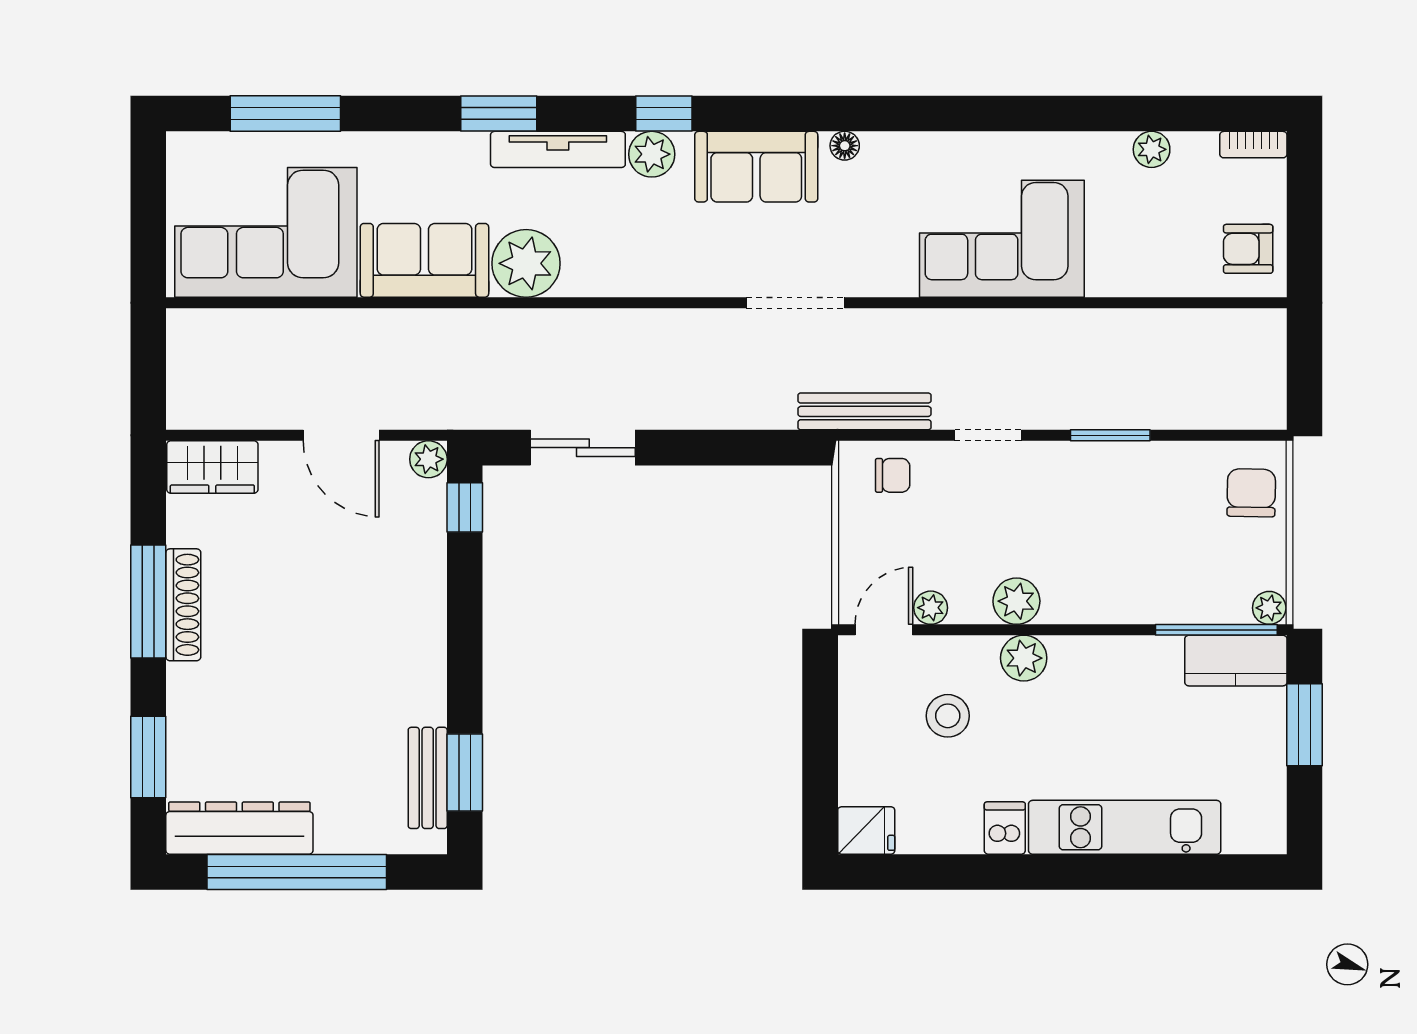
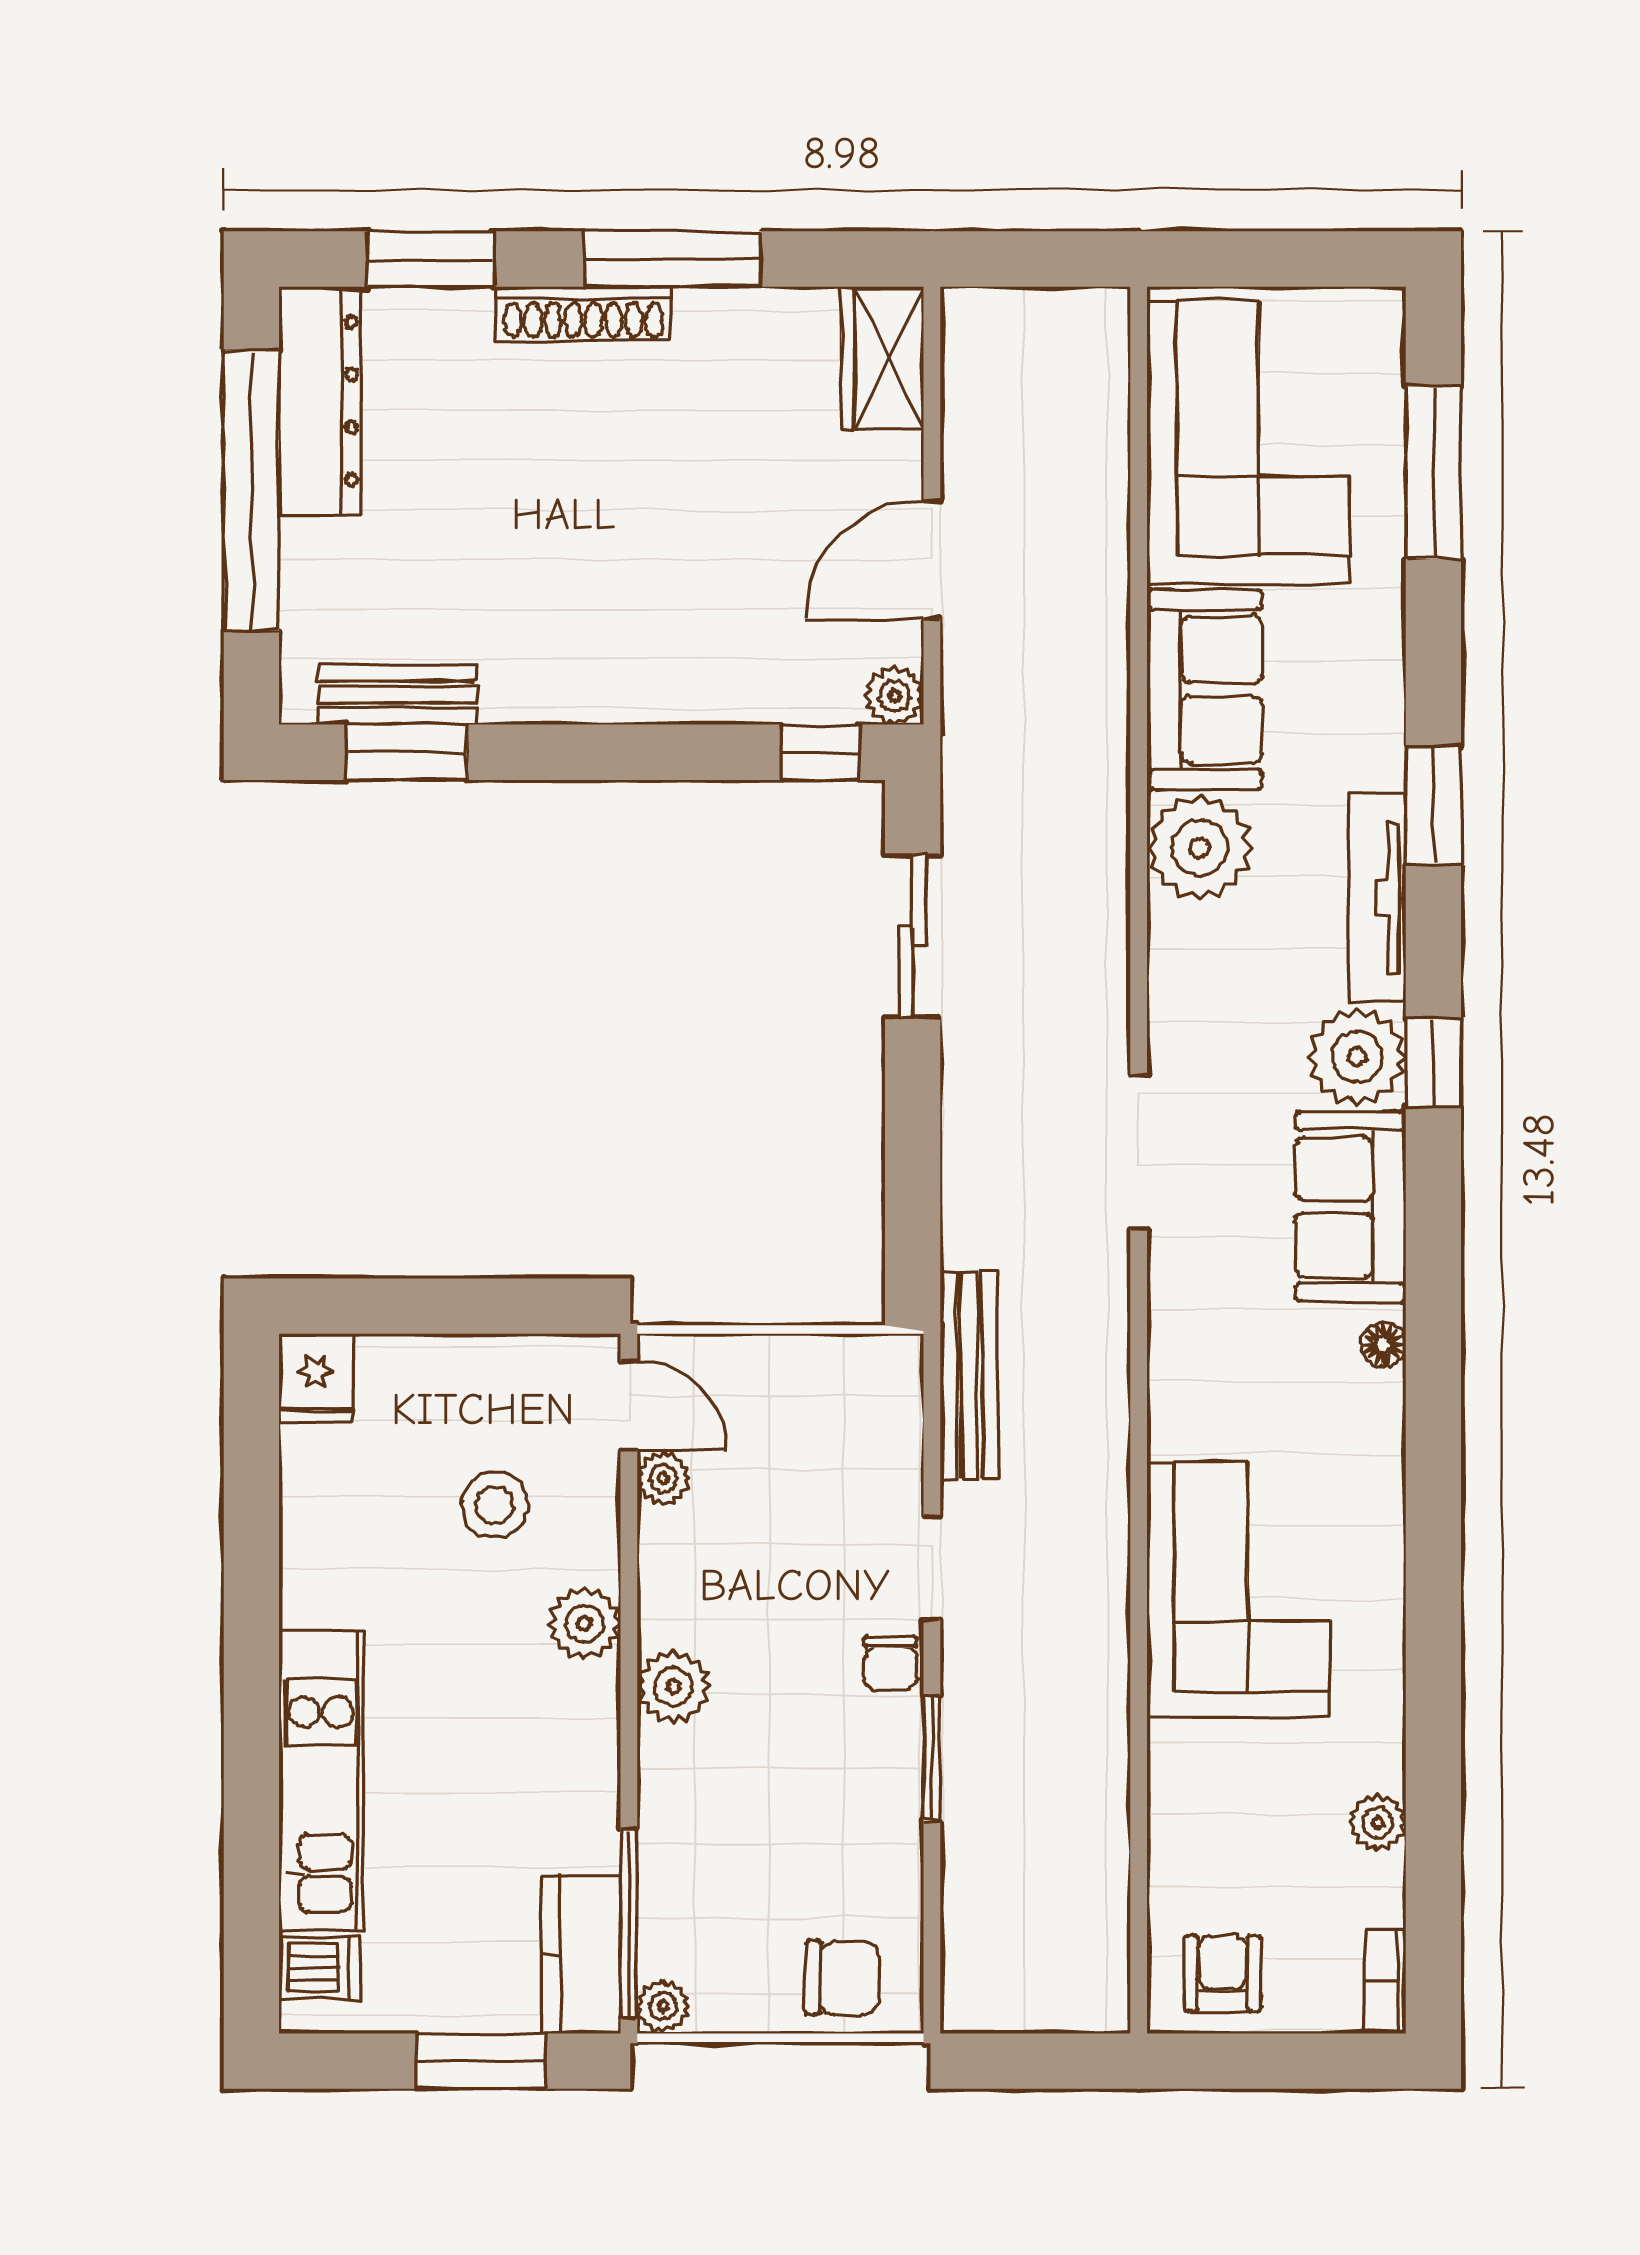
plant: (652, 154) -> (1357, 1057), width x1.36, depth x1.36
doorway: (796, 303) -> (1139, 1152), moved
chair: (893, 475) -> (890, 1663), moved
plant: (1016, 601) -> (673, 1687), moved
shoe rack: (183, 605) -> (584, 314), moved
dishwasher: (1005, 828) -> (320, 1968), moved

